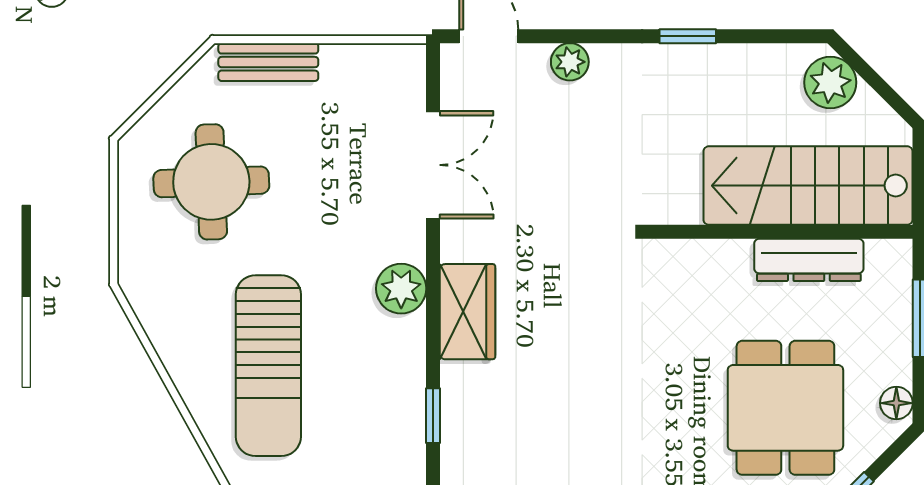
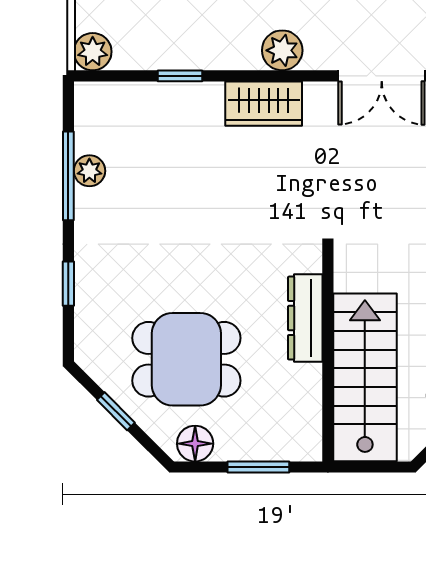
dresser: (809, 260) -> (305, 318), moved
floor lamp: (896, 403) -> (195, 444), width x1.37, depth x1.37

